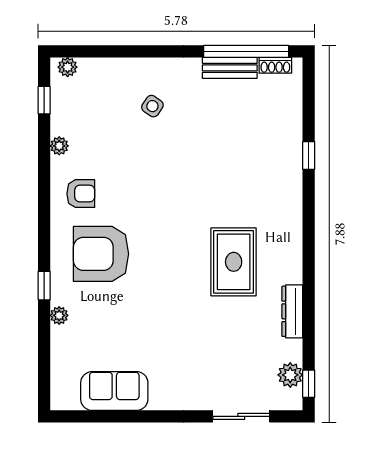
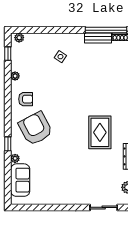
armchair: (101, 254) -> (35, 128), turned 62
sofa: (114, 391) -> (20, 180), moved, turned 90

